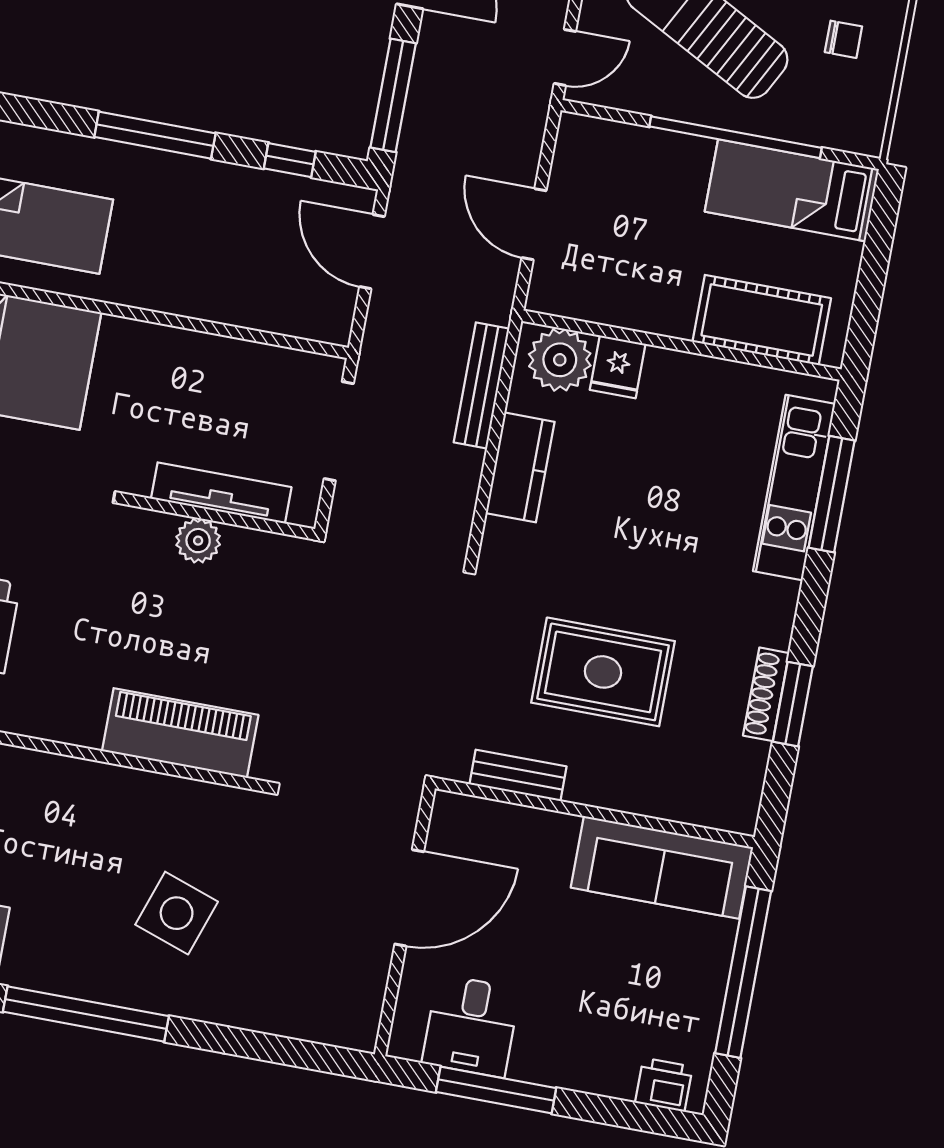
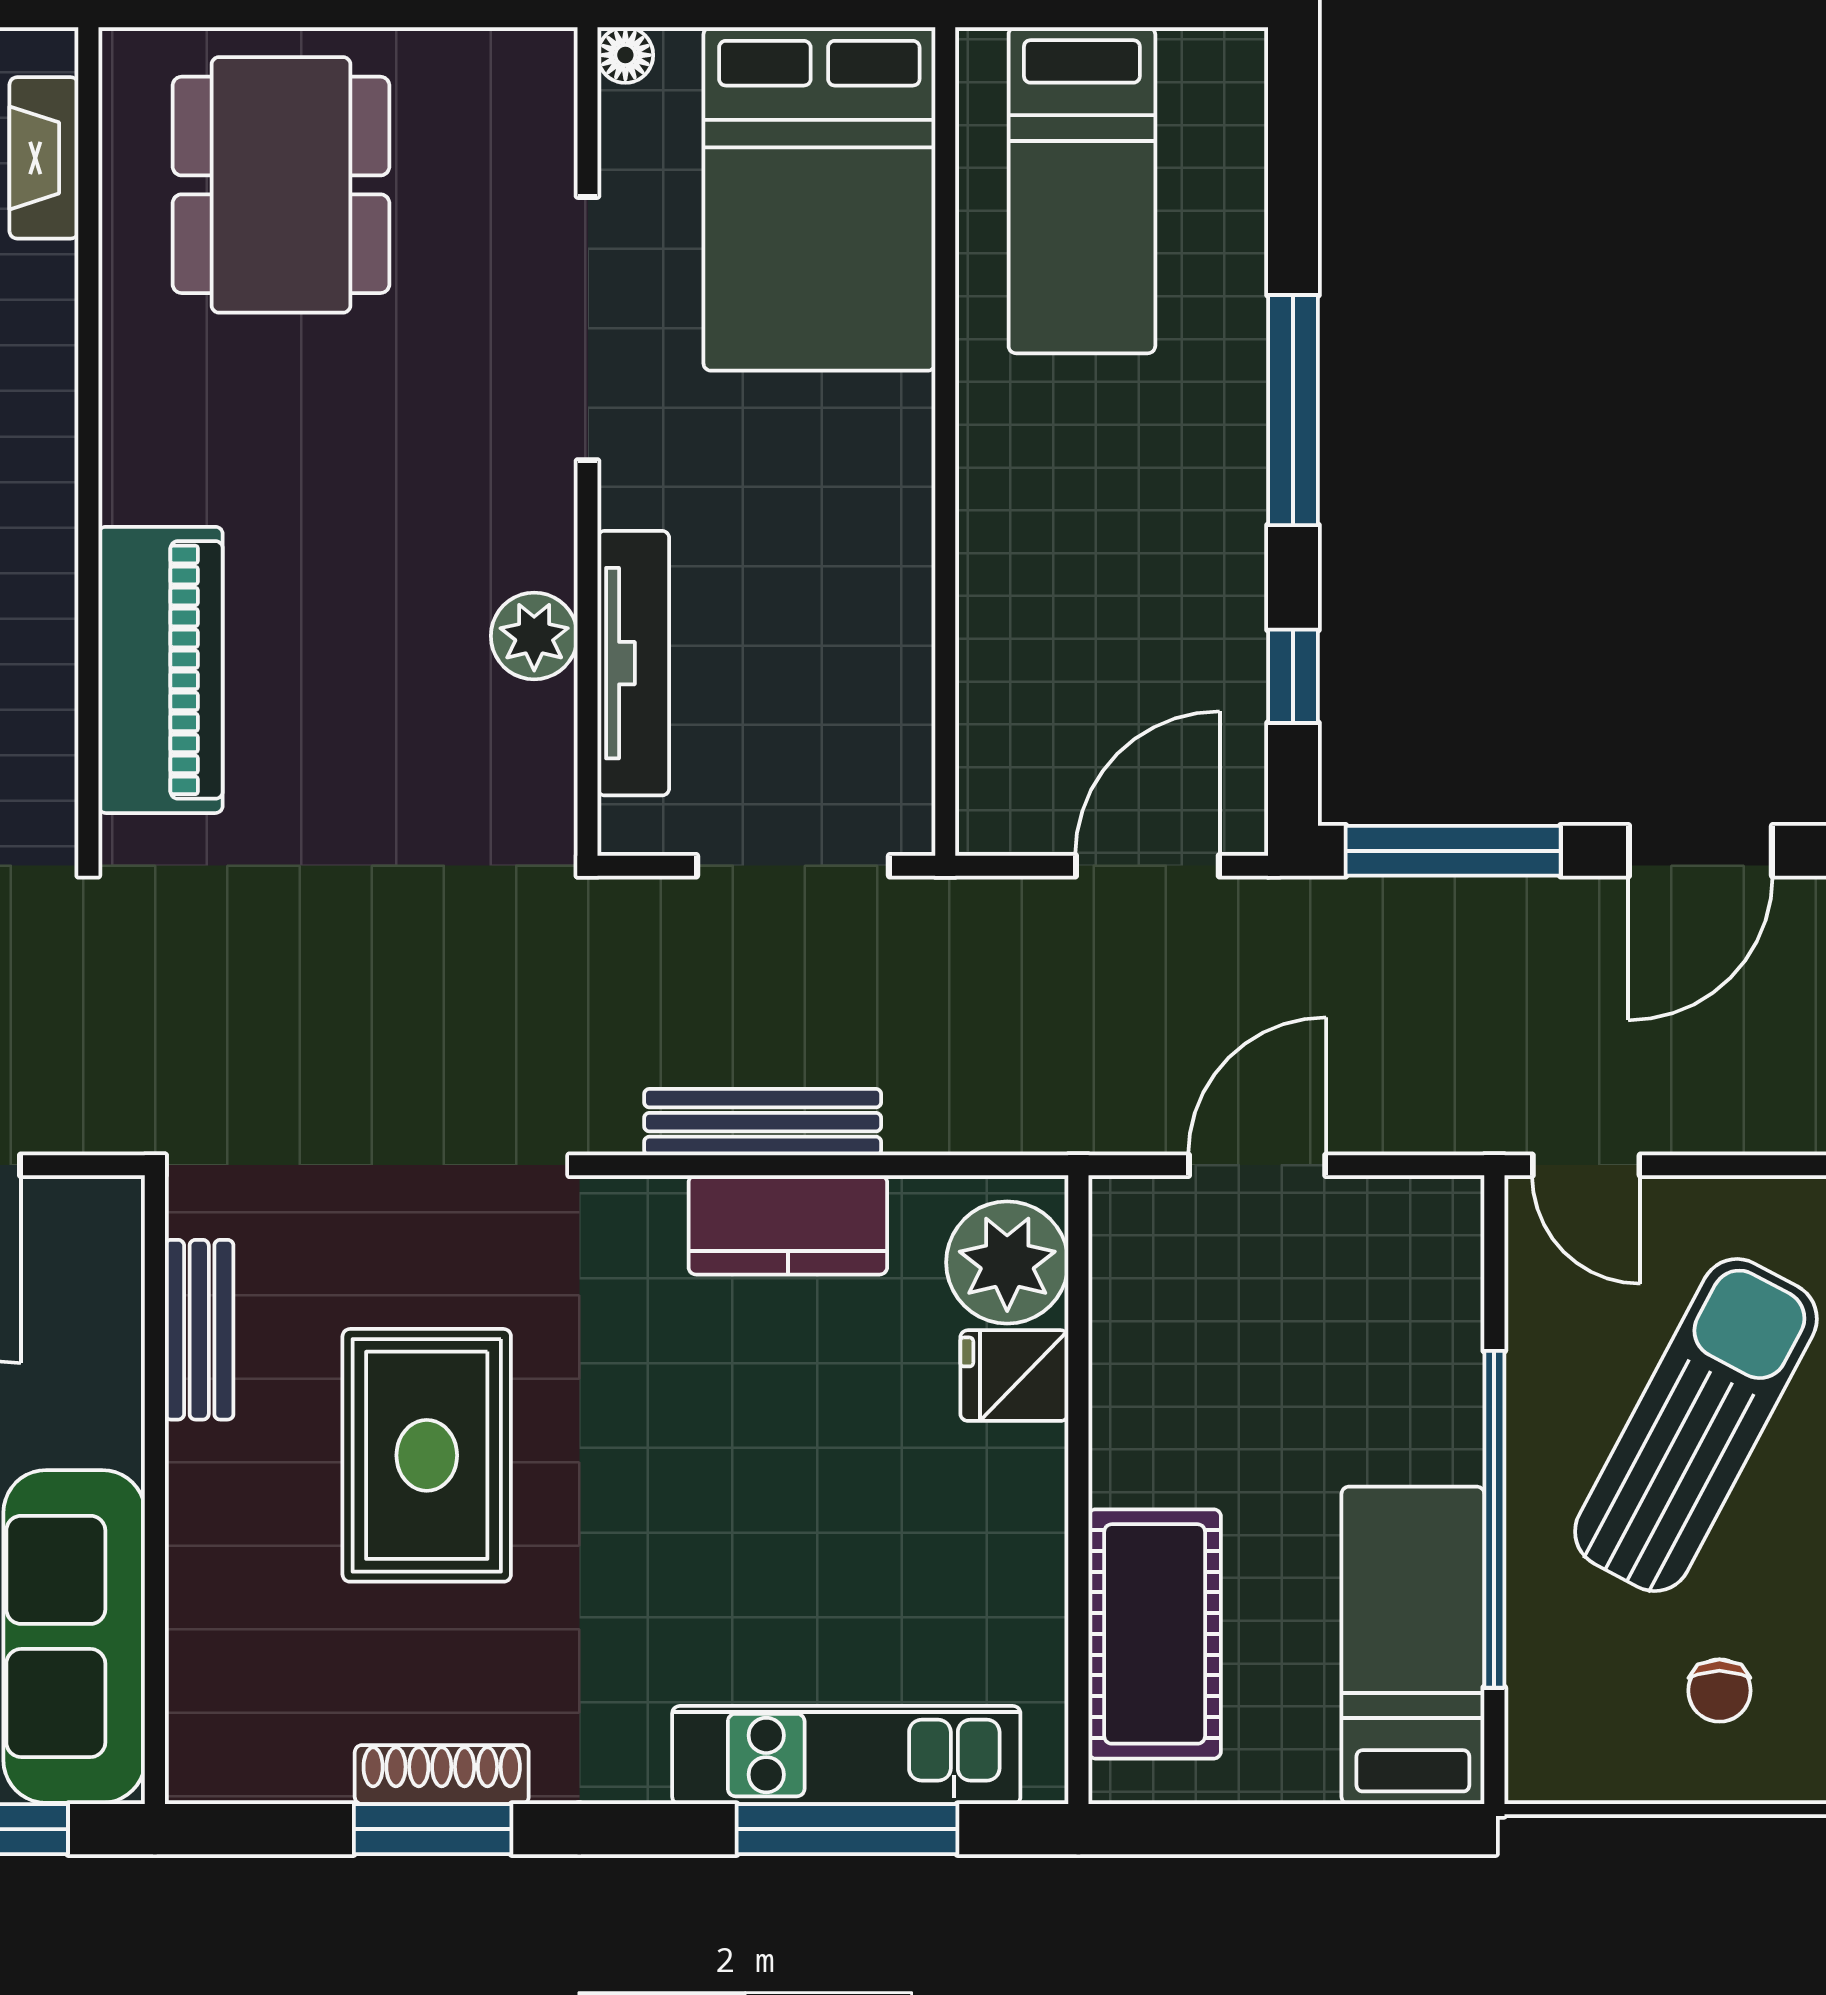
bench: (481, 385) -> (763, 1122), moved

